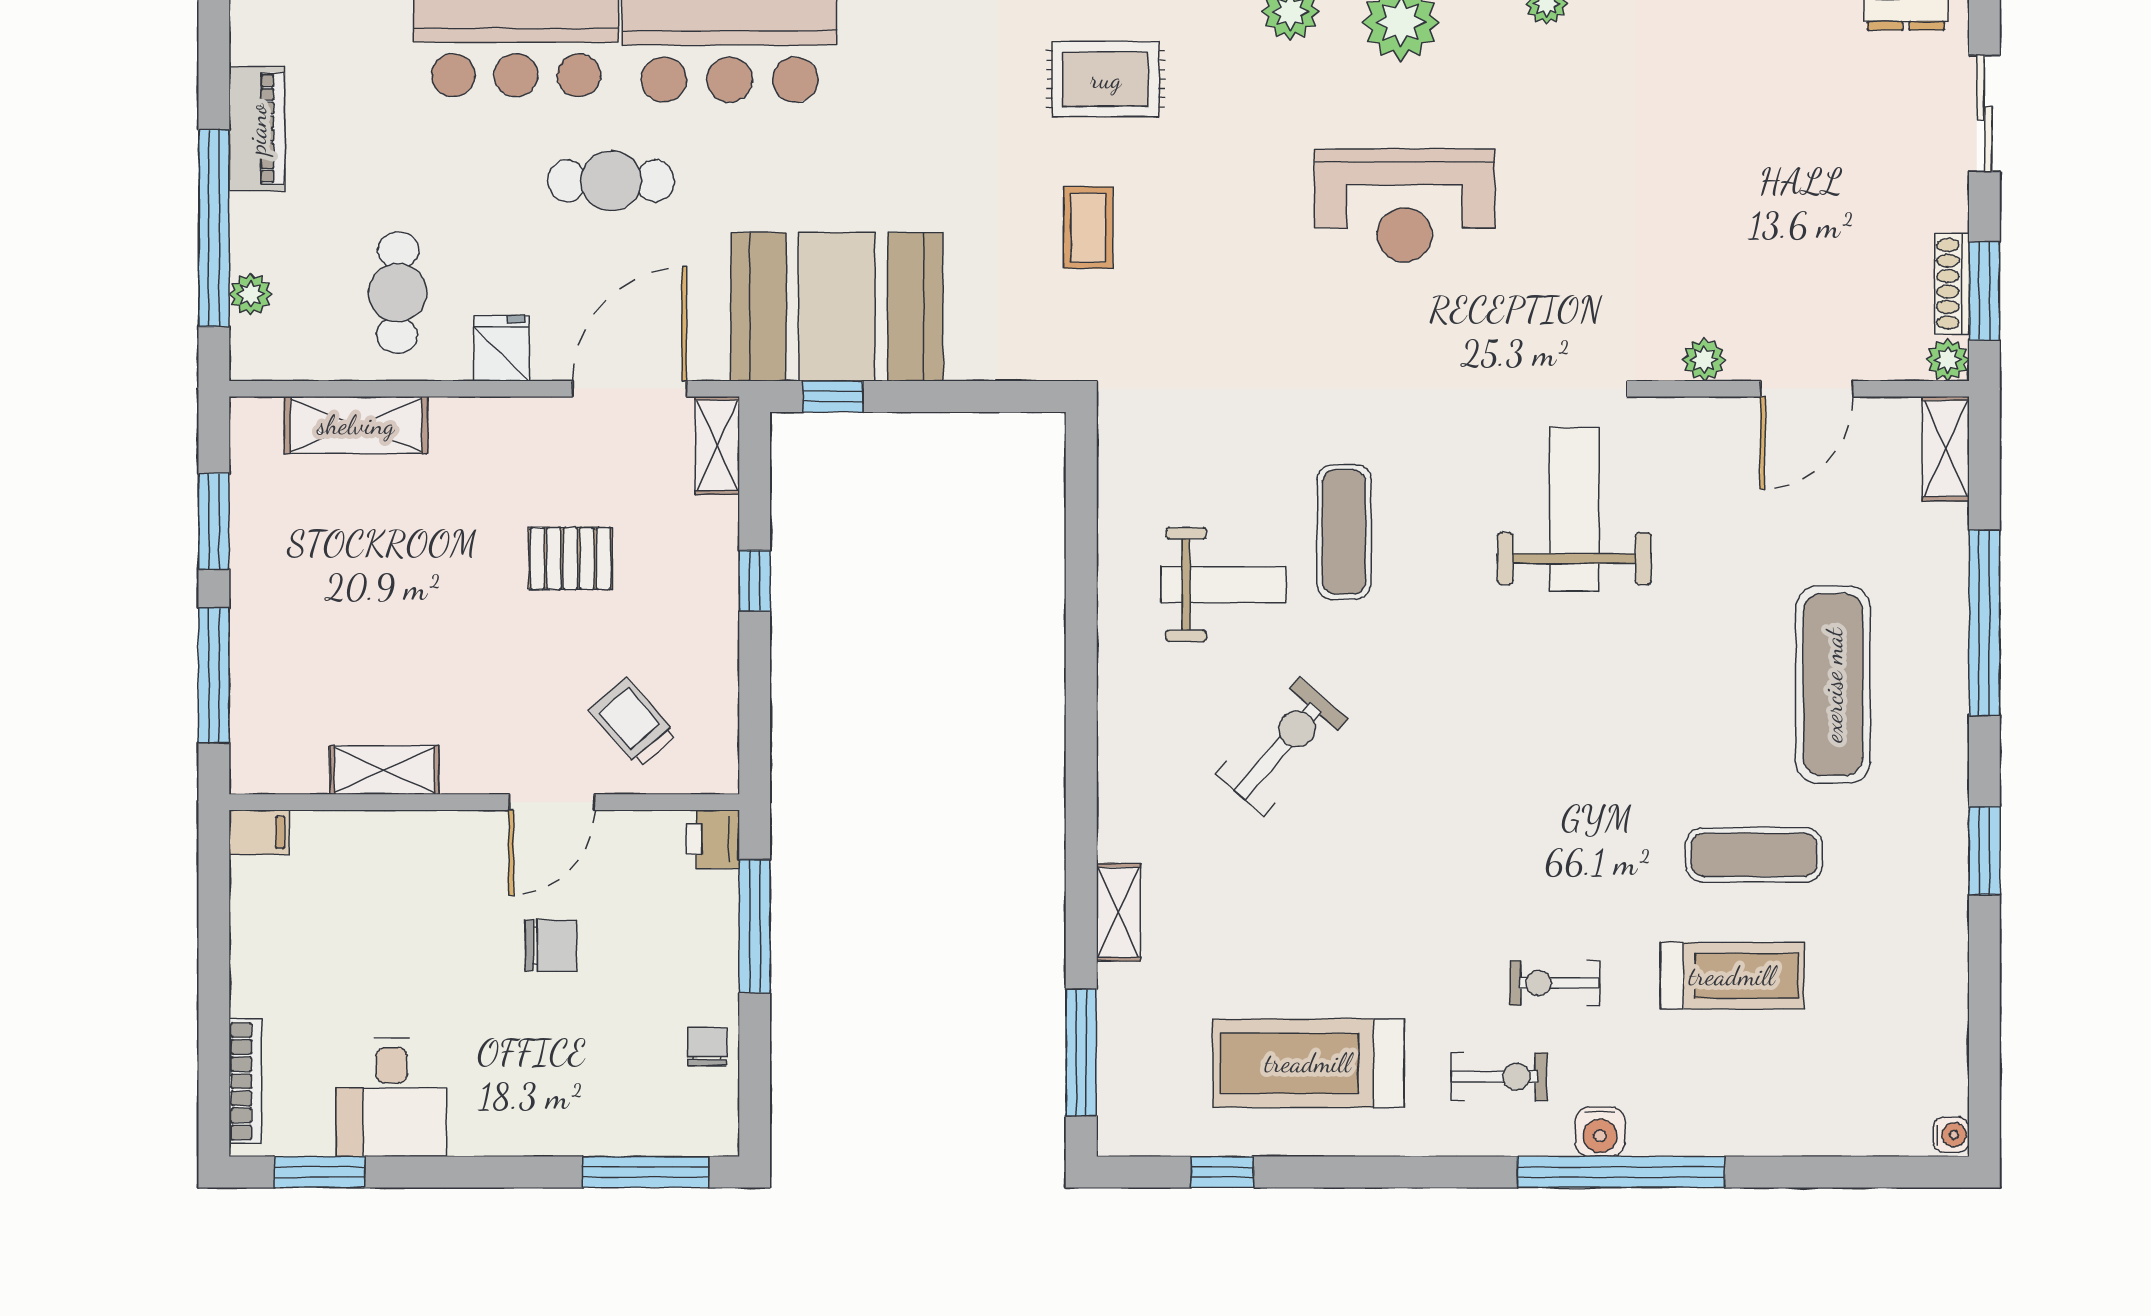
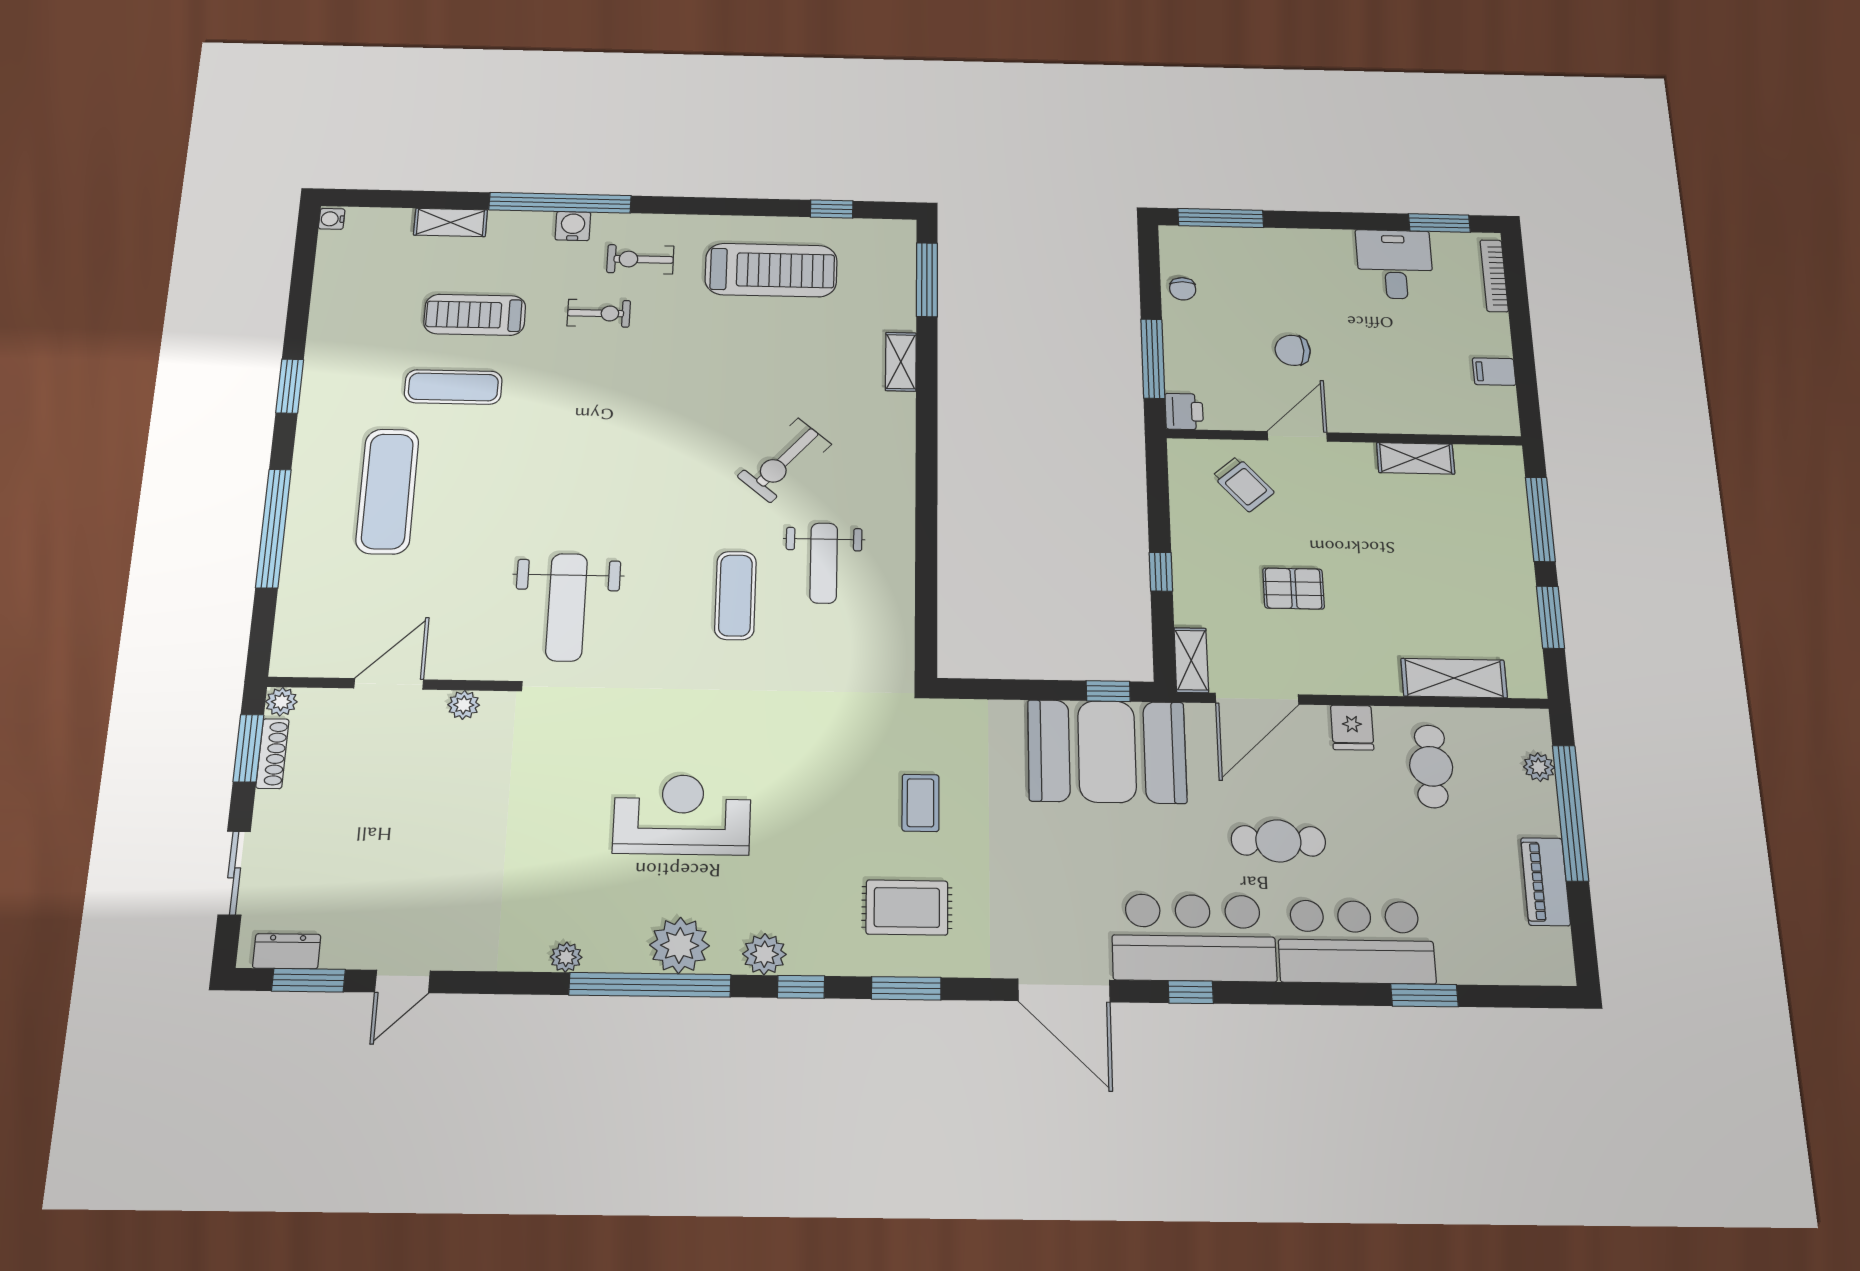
shelving: (1946, 449) -> (450, 222), moved, turned 90
weight bench: (1224, 585) -> (824, 563), turned -90
filing cabinet: (259, 832) -> (1494, 372), moved

